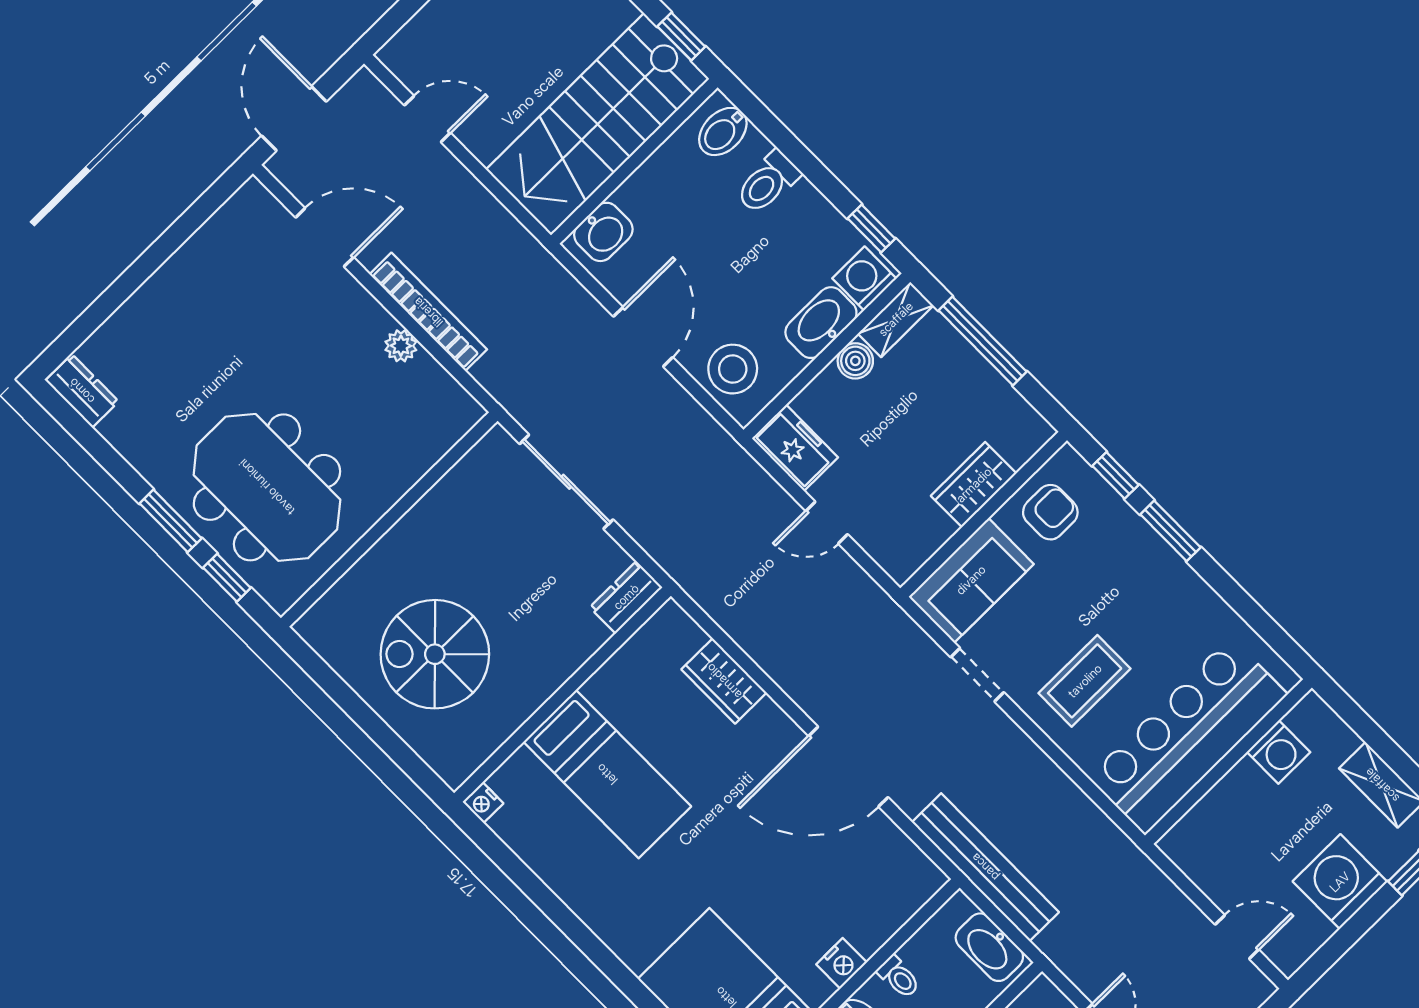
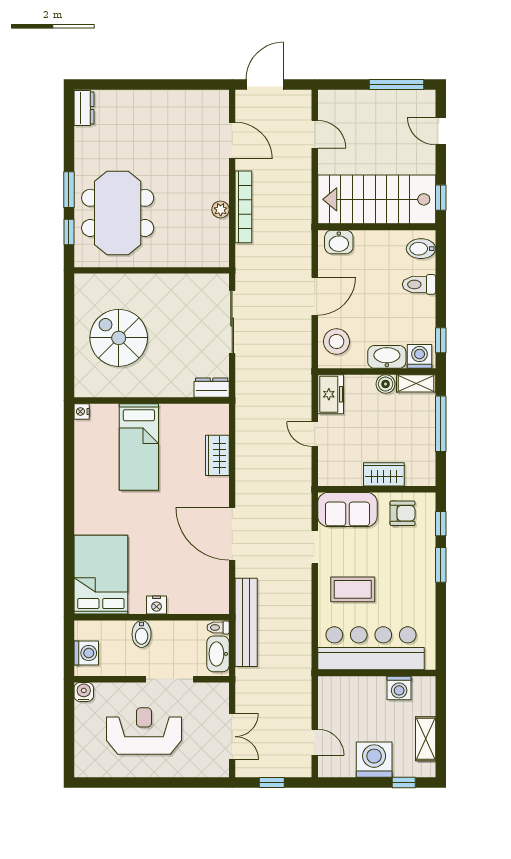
toilet: (899, 977) -> (218, 627), moved, turned 90

